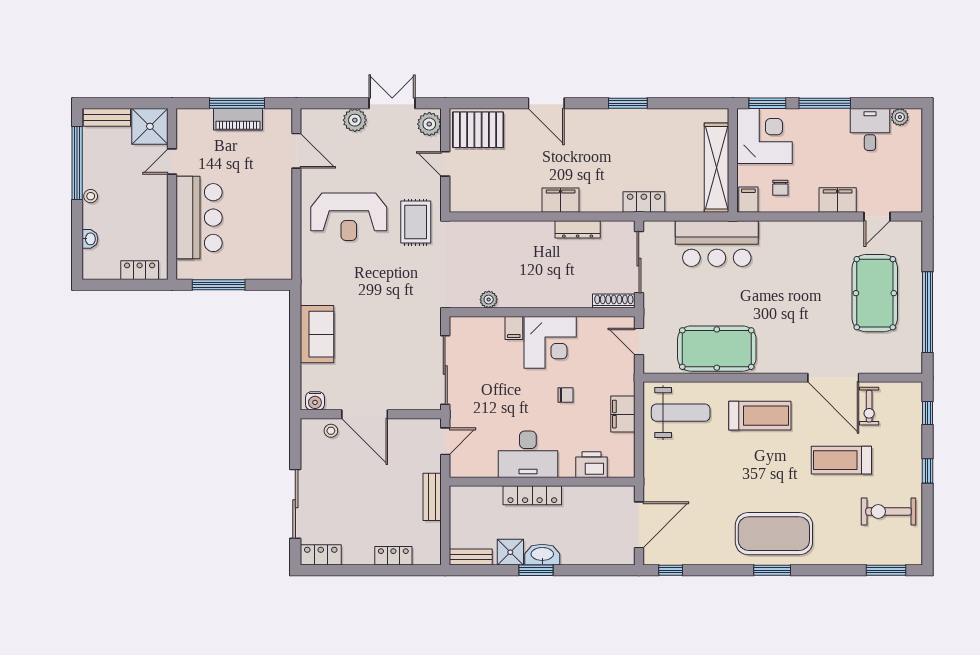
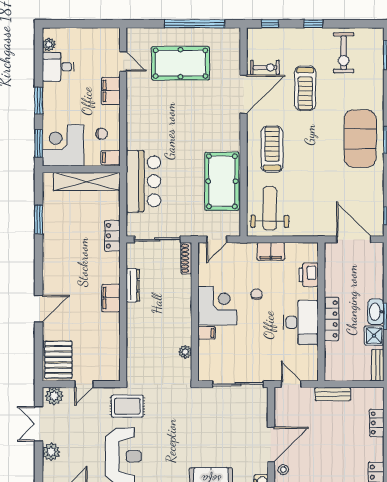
window: (628, 103) -> (39, 219), moved
window: (825, 103) -> (39, 101), width x0.69

